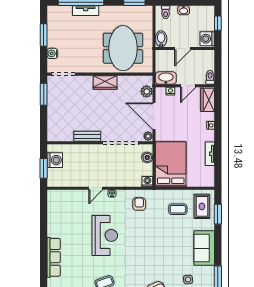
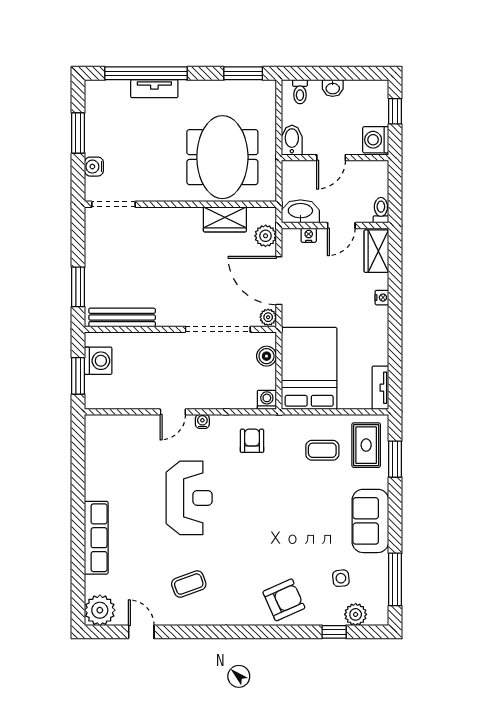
wardrobe: (105, 82) -> (225, 219), moved
window: (44, 94) -> (78, 287), moved
bench: (87, 136) -> (122, 317), moved, width x1.36
tv unit: (210, 154) -> (380, 388), moved

